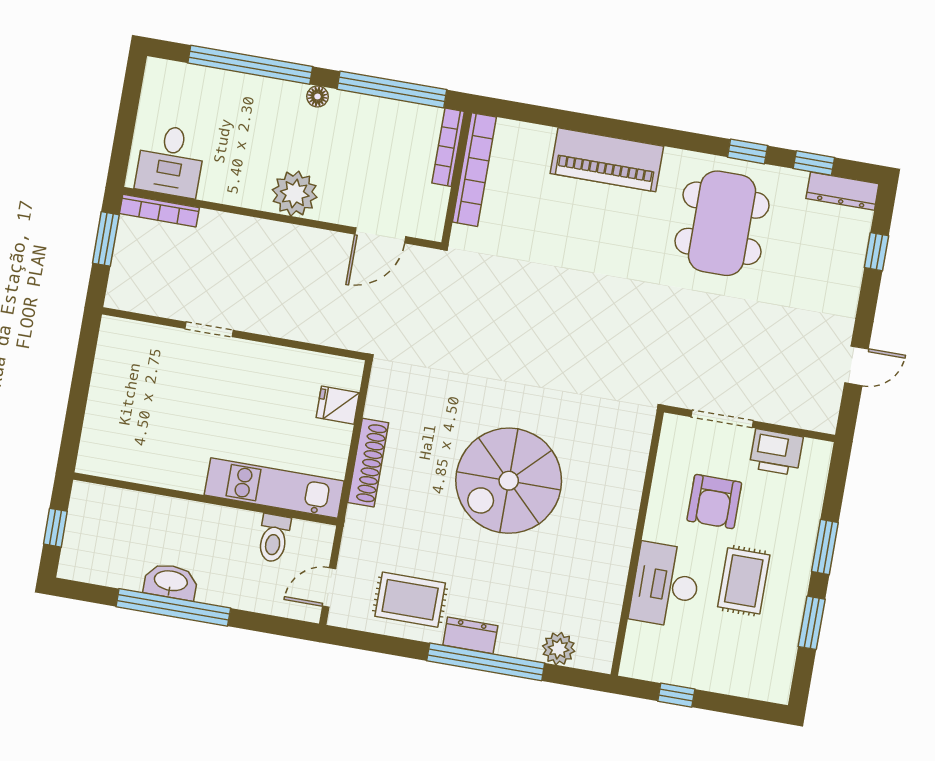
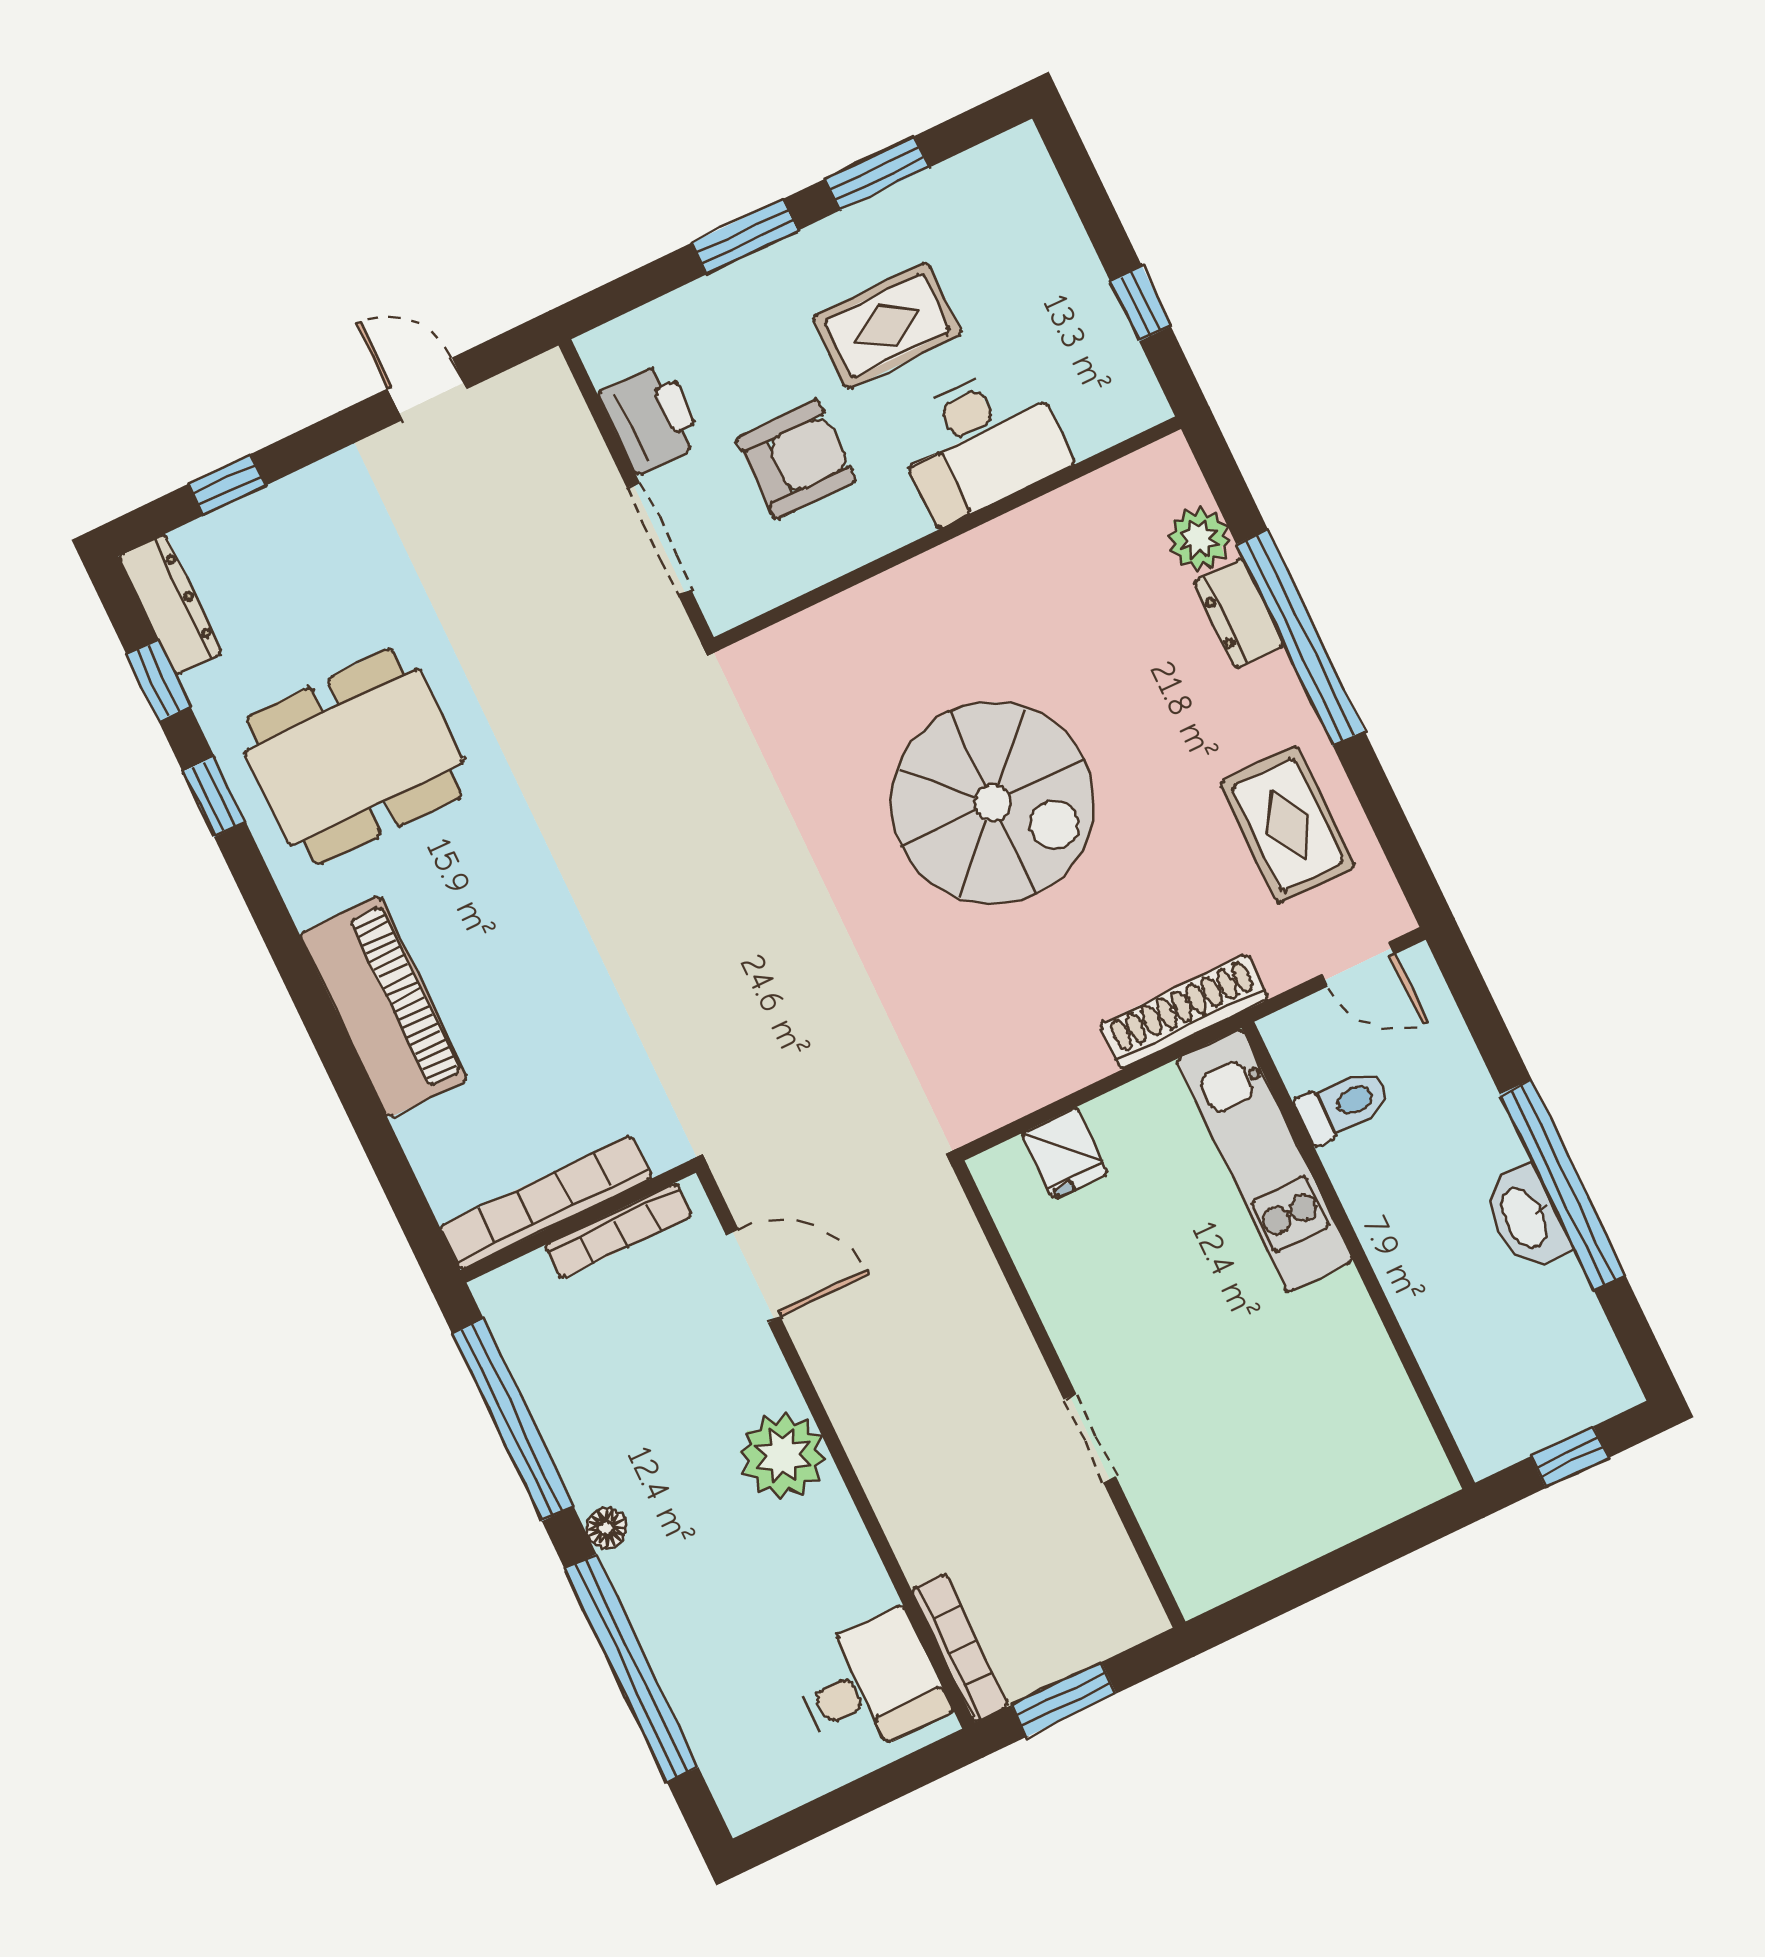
bookcase: (448, 147) -> (618, 1231), moved
shoe rack: (368, 463) -> (1184, 1012), moved
dresser: (470, 635) -> (1239, 613), moved

